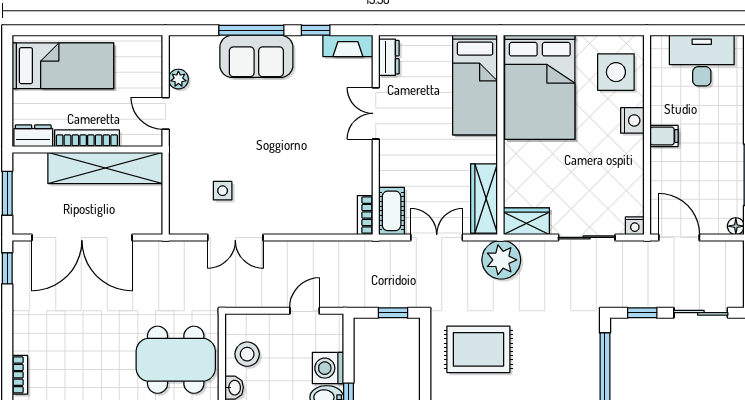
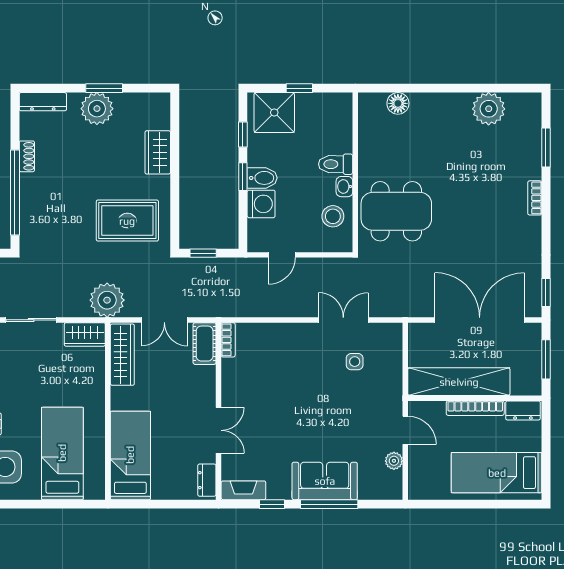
bed: (540, 87) -> (62, 453), width x0.67

